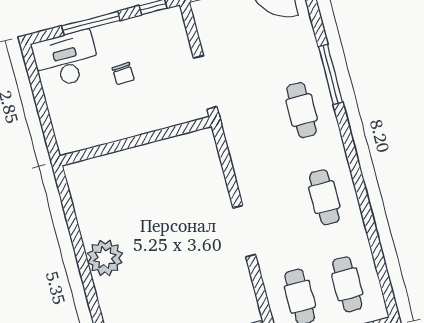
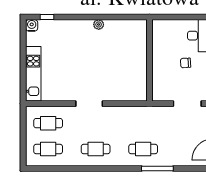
doorway: (205, 82) -> (187, 104), moved
plant: (105, 258) -> (99, 24), width x0.53, depth x0.53

